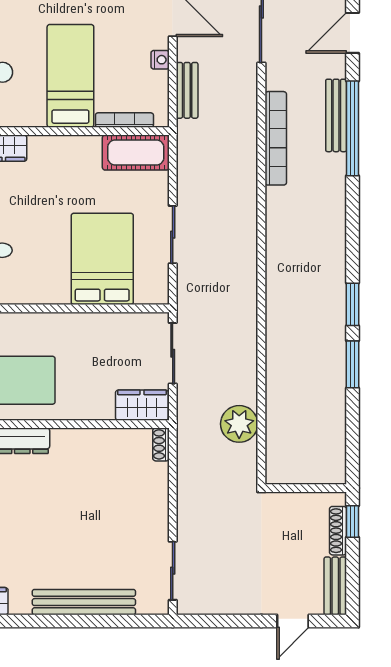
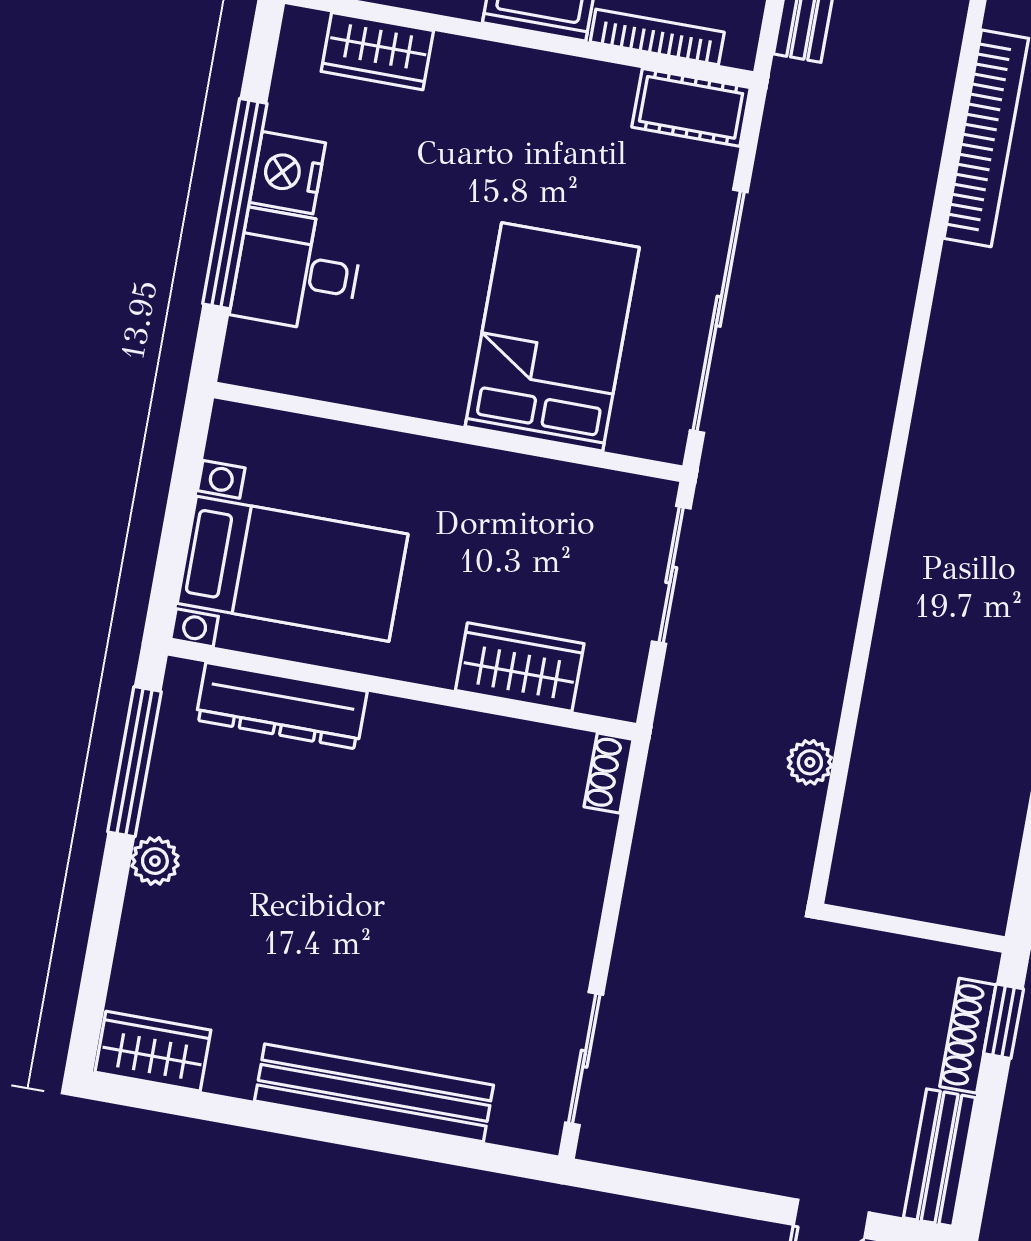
cot: (136, 152) -> (691, 107), width x0.73, depth x0.75
sliding door: (173, 235) -> (719, 311), width x1.86
wardrobe: (142, 405) -> (520, 667), moved
plant: (239, 424) -> (810, 762), width x0.53, depth x0.53

